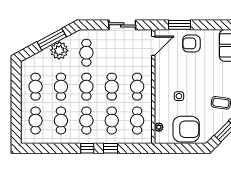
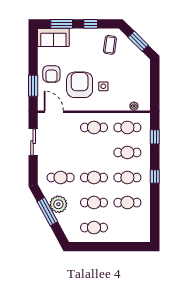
cafe table: (112, 87) -> (94, 152), removed
cafe table: (36, 121) -> (127, 228), removed
armchair: (186, 129) -> (80, 85), moved
window: (111, 148) -> (155, 137), moved

